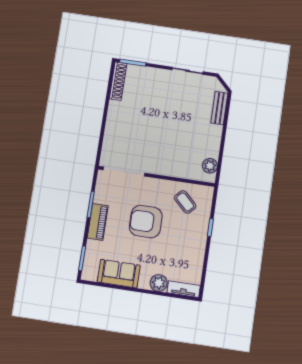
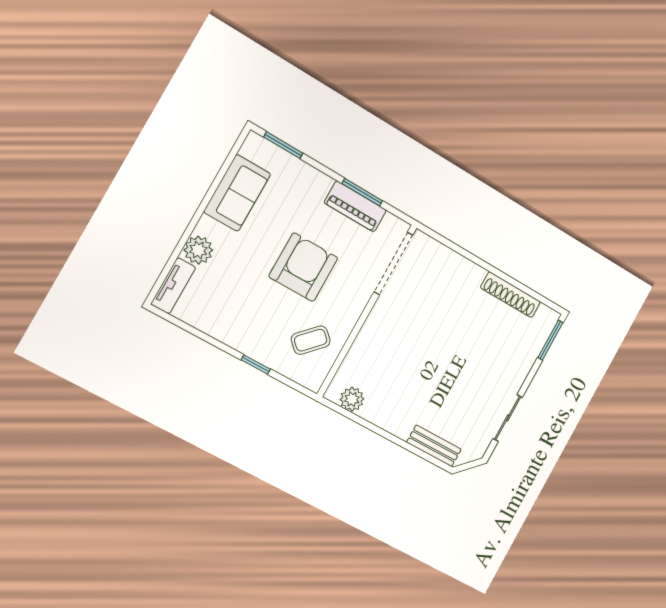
shoe rack: (118, 81) -> (510, 295), moved
piano: (98, 222) -> (355, 206), moved

